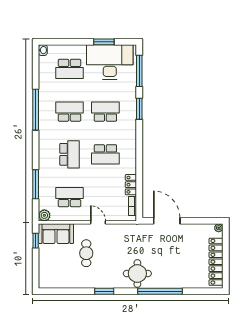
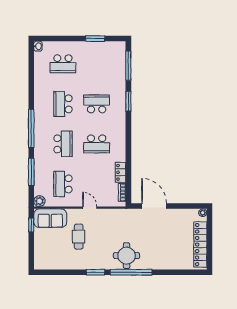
desk: (110, 62) -> (101, 57), removed
window: (36, 110) -> (31, 129), moved
school desk: (69, 112) -> (63, 104), turned -90
school desk: (69, 197) -> (63, 184), turned -90
window: (160, 291) -> (131, 272), moved

